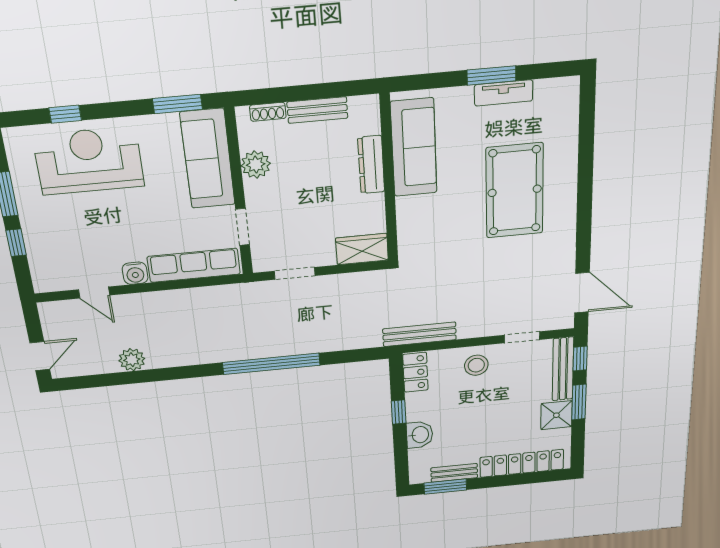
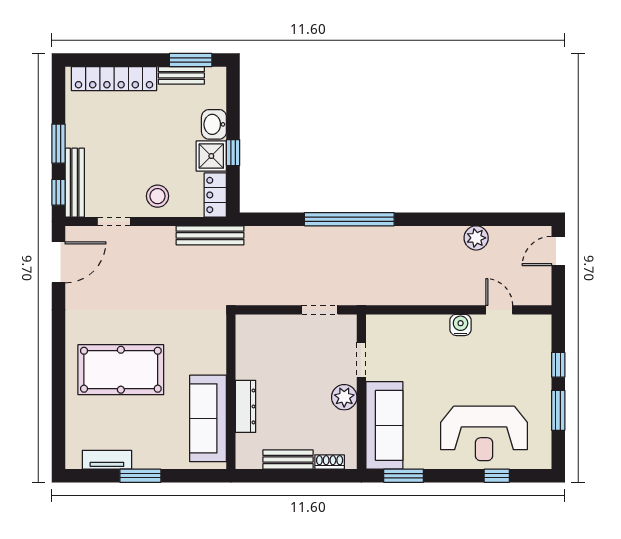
tv unit: (504, 93) -> (107, 460), moved
plant: (256, 165) -> (344, 397), moved
pool table: (515, 191) -> (121, 370), turned 90
wardrobe: (362, 249) -> (258, 328), removed
row of seats: (194, 265) -> (408, 327), removed
door: (582, 293) -> (58, 262), swing flipped
shower: (556, 415) -> (211, 156), moved

